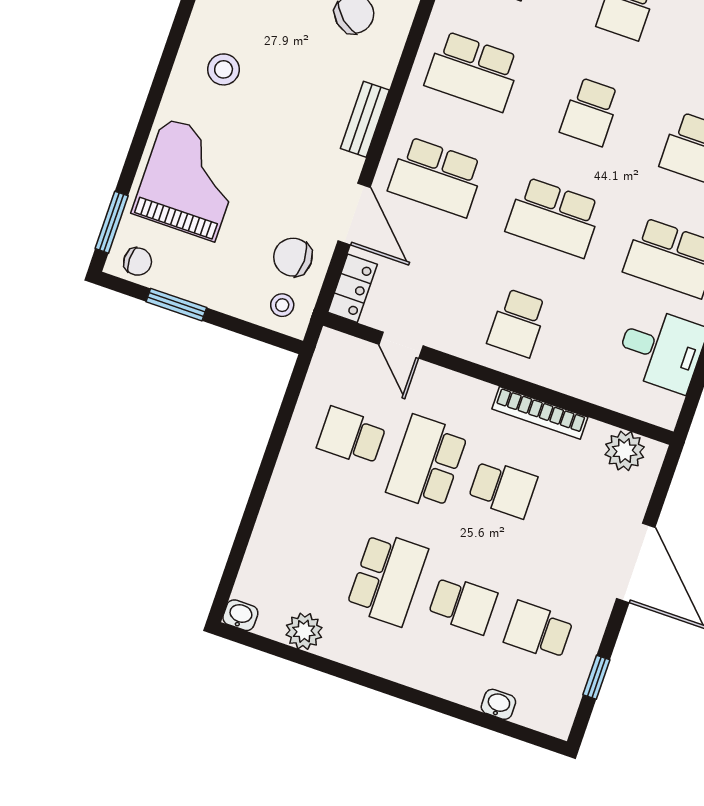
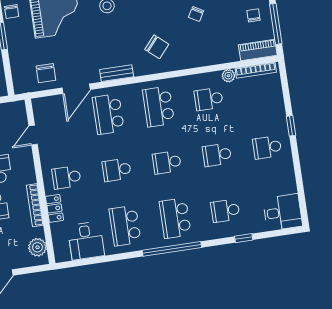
school desk: (554, 217) -> (117, 170), width x0.54
chair: (293, 257) -> (46, 73), turned 180
locker: (352, 288) -> (55, 208), moved, turned -90
stool: (282, 305) -> (24, 79), removed

